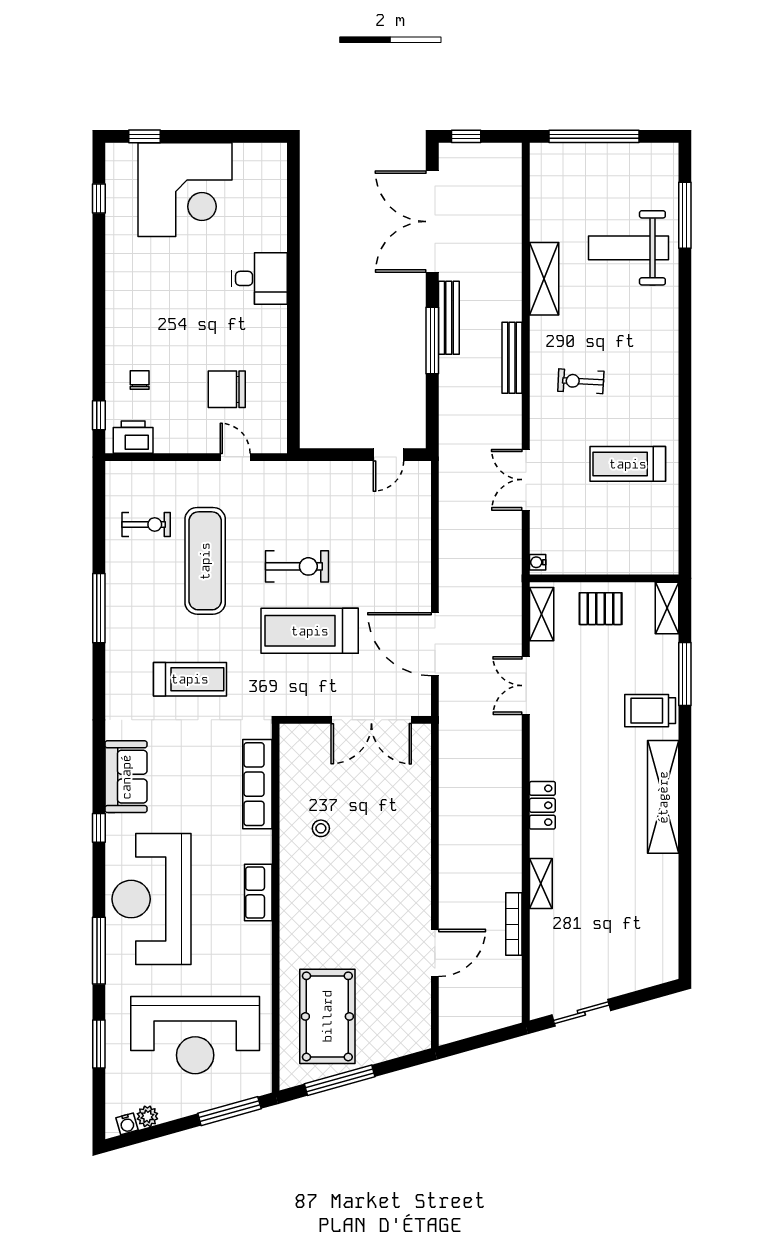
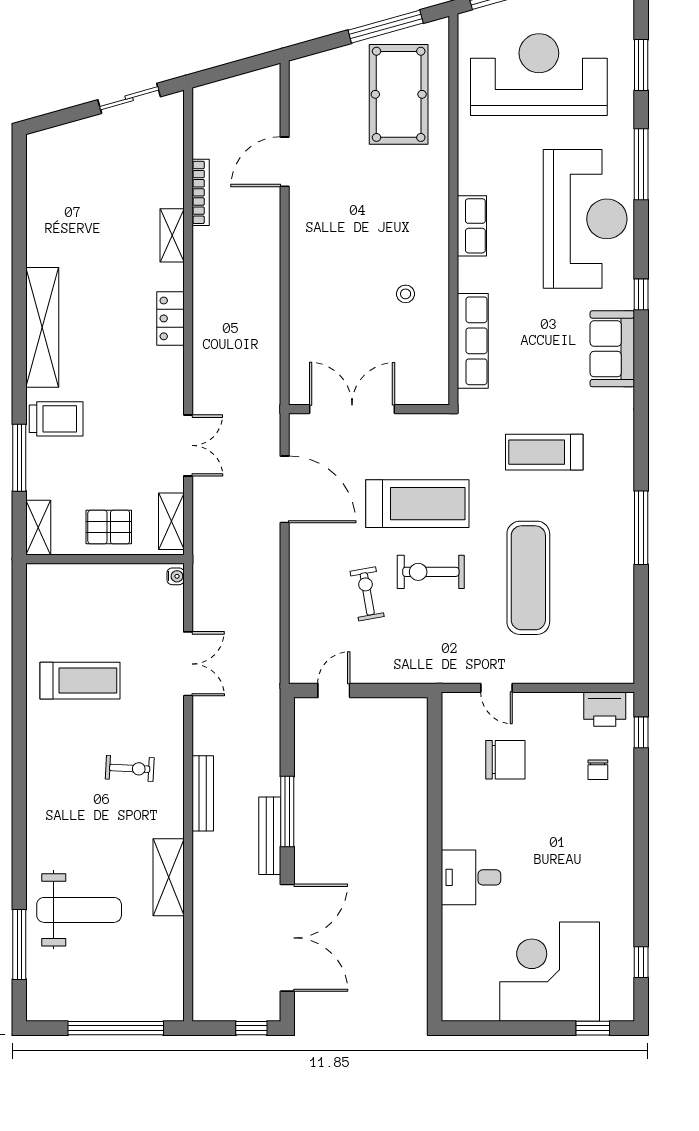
exercise bike: (146, 524) -> (367, 594), moved, turned 80

